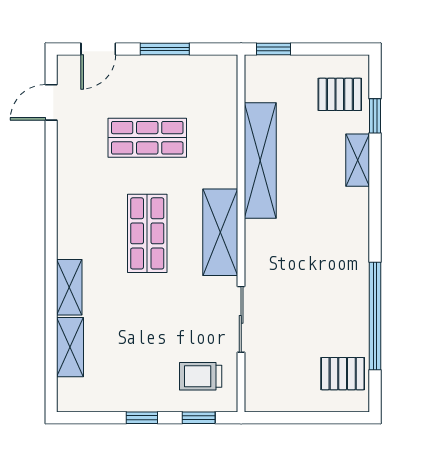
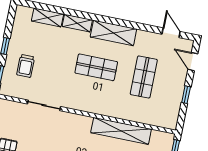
window: (165, 49) -> (186, 95), width x0.67
shelving: (220, 232) -> (113, 33), moved
trolley: (201, 376) -> (26, 66), moved, turned 180

